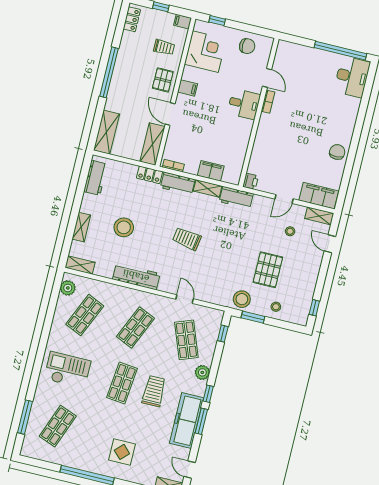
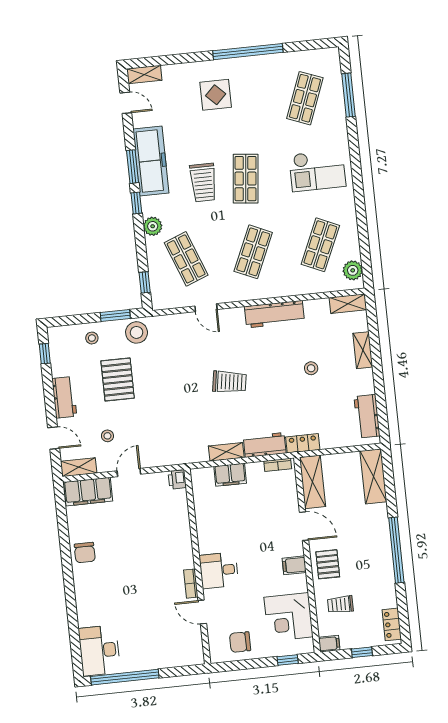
workbench: (236, 198) -> (64, 397), moved, turned 90
stool: (124, 227) -> (311, 368), width x0.53, depth x0.53

